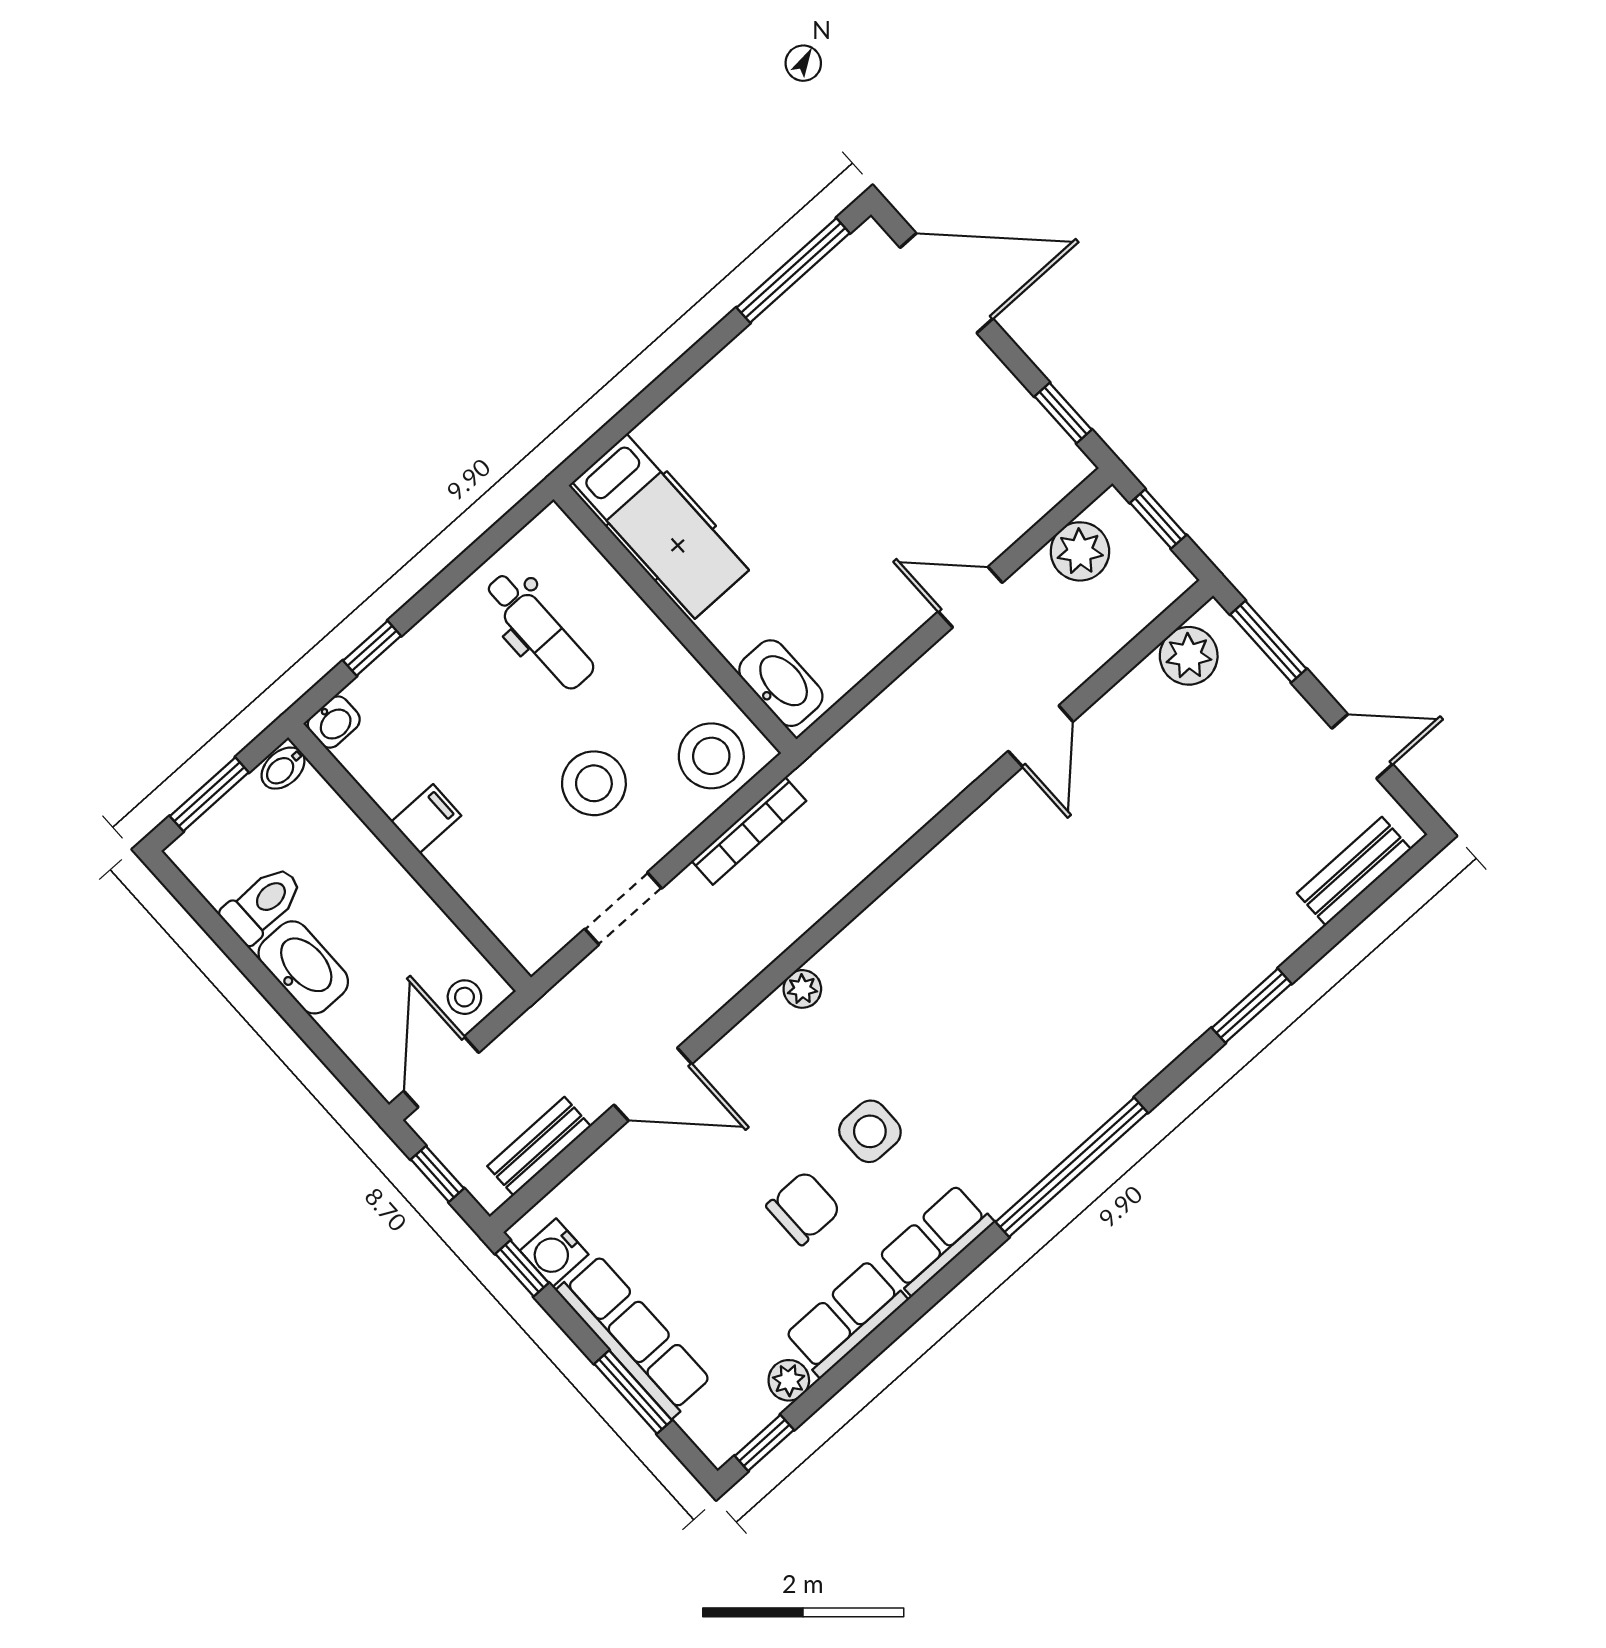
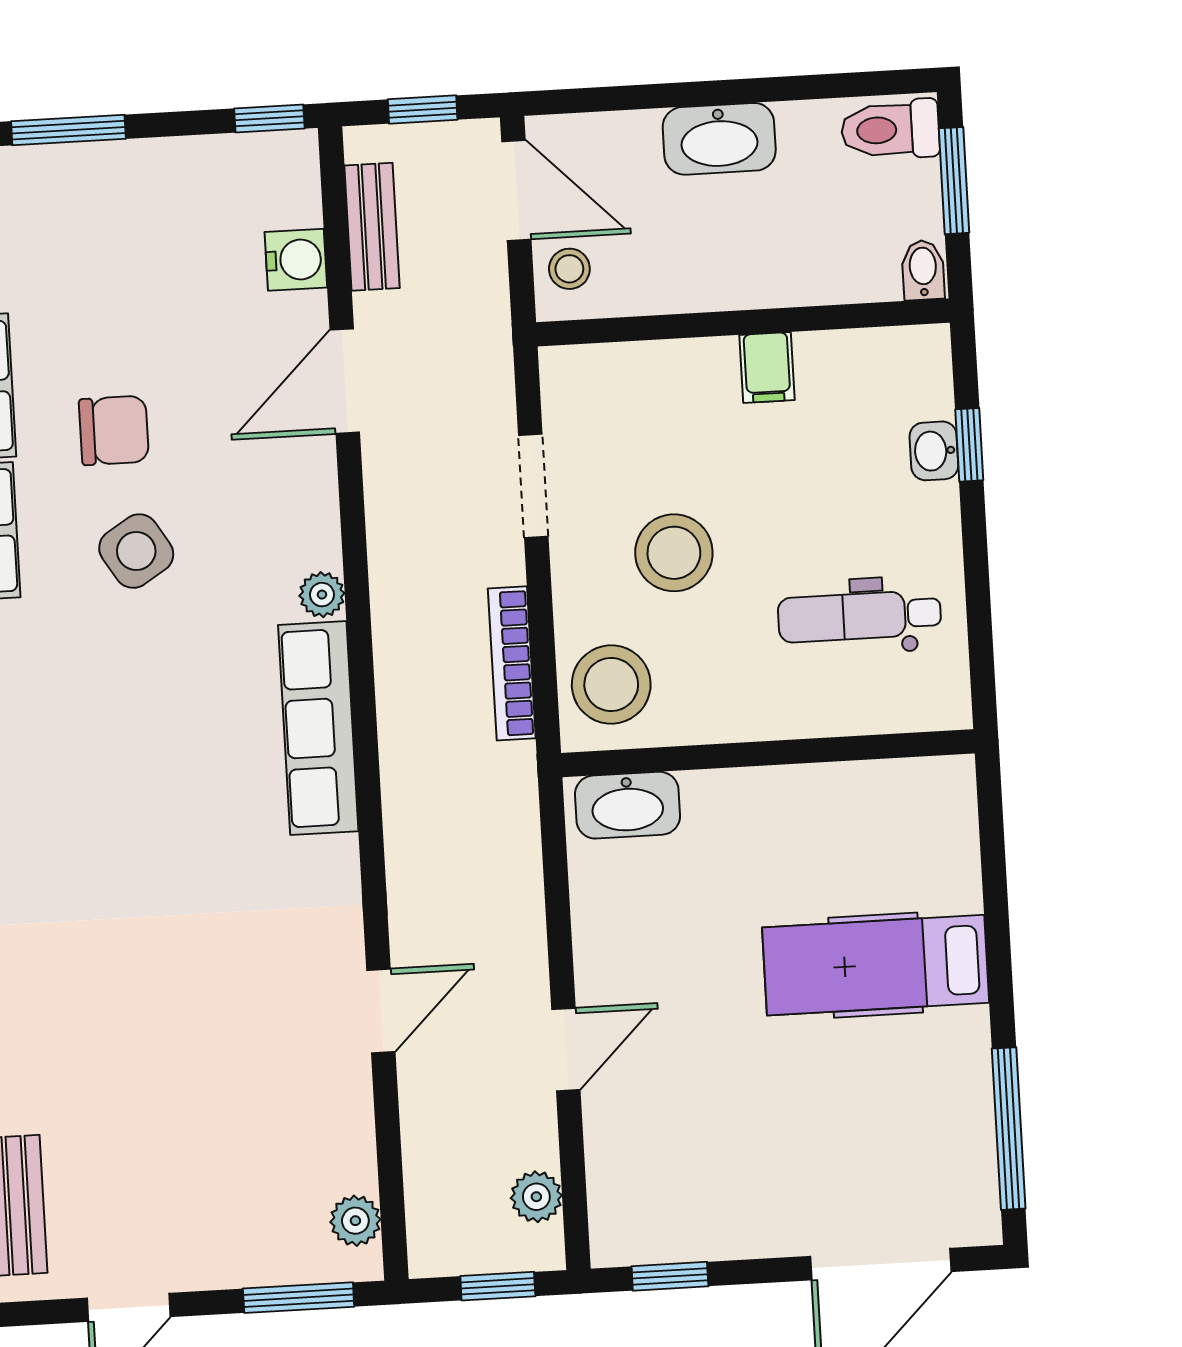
hospital bed: (661, 526) -> (876, 965), moved
plant: (1080, 551) -> (536, 1197), width x0.73, depth x0.73
plant: (1189, 656) -> (355, 1221), width x0.73, depth x0.73
washbasin: (334, 722) -> (934, 451), moved
door: (1041, 736) -> (381, 1011), swing flipped
toilet: (263, 904) -> (890, 130), moved, turned 90
side table: (870, 1131) -> (136, 551), turned -32
chair: (804, 1208) -> (114, 430), turned -90
water cooler: (554, 1253) -> (296, 260), moved, turned 90
row of seats: (634, 1336) -> (318, 728), moved, turned 90

